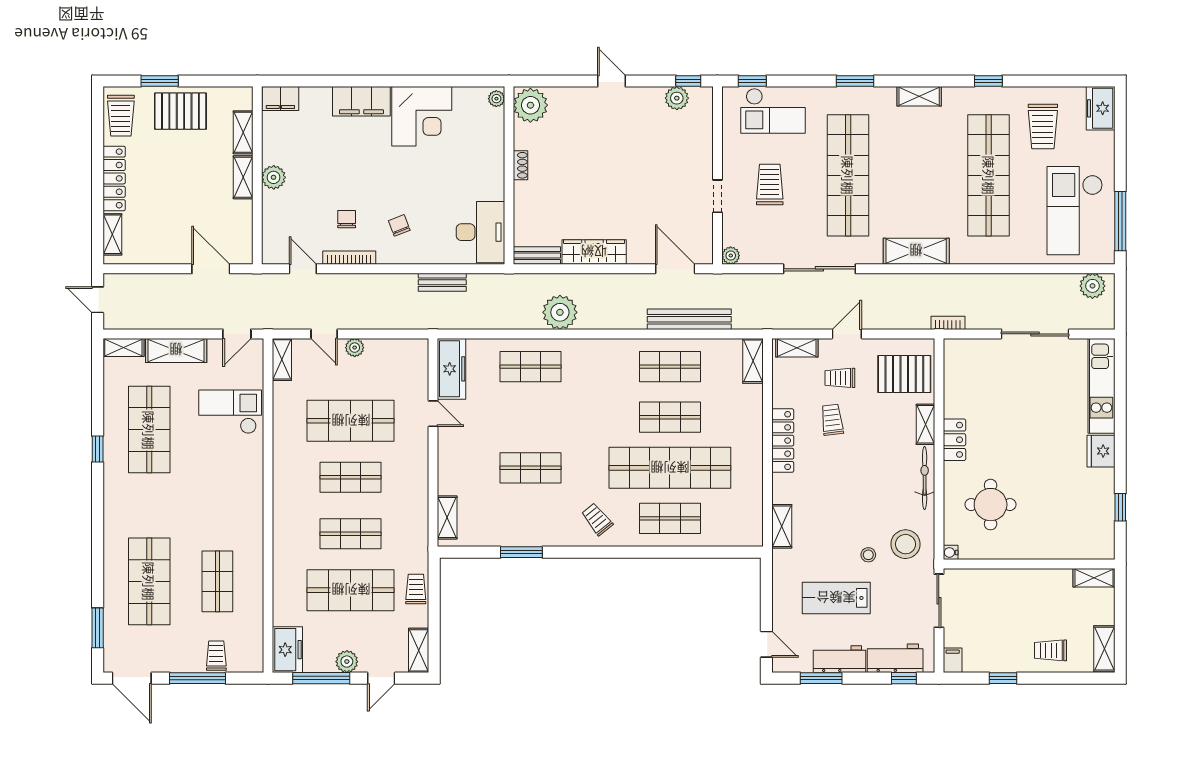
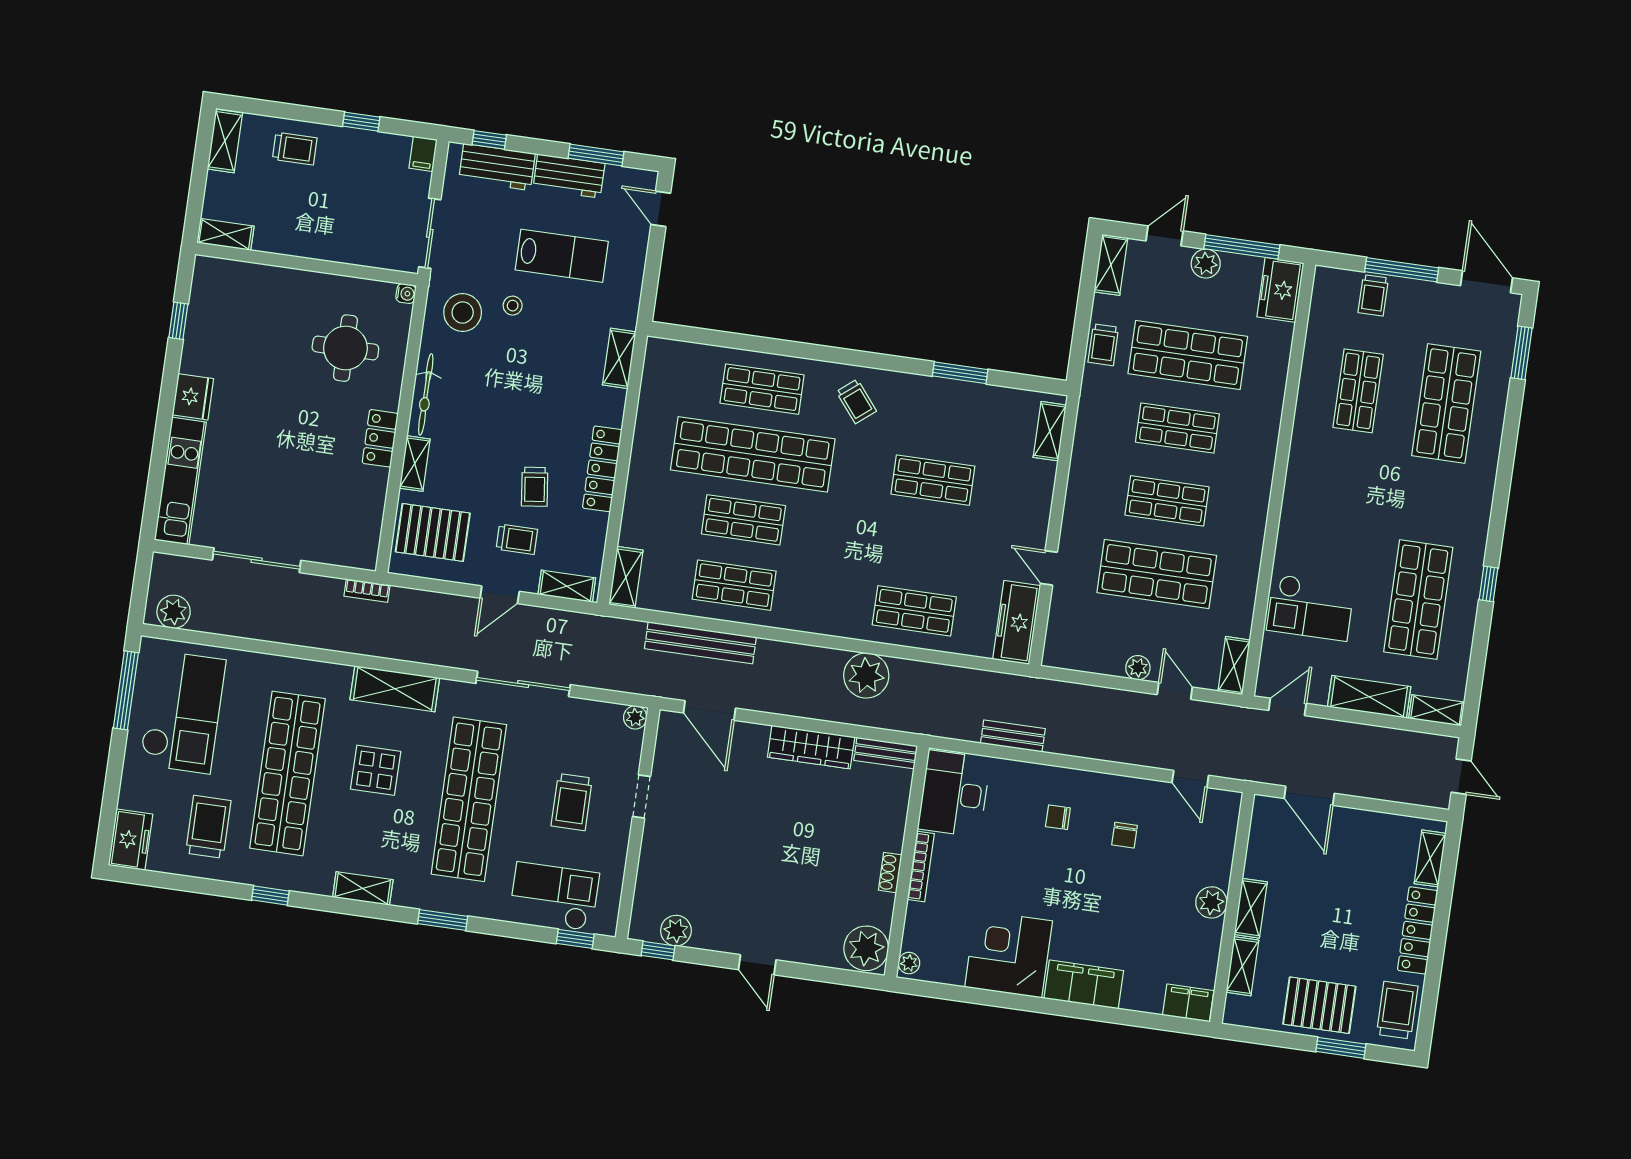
display table: (922, 187) -> (376, 770), added
chair: (399, 225) -> (1058, 817), turned 111
bookcase: (349, 258) -> (921, 866), moved, turned -90

